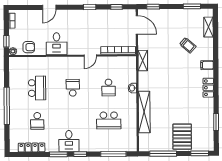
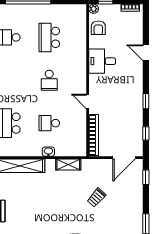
trolley: (188, 45) -> (97, 198), moved
shelving: (143, 61) -> (68, 164), moved
school desk: (37, 88) -> (49, 37), turned 90
school desk: (73, 88) -> (49, 80), turned 90

